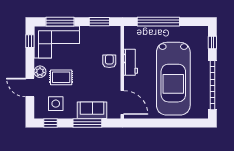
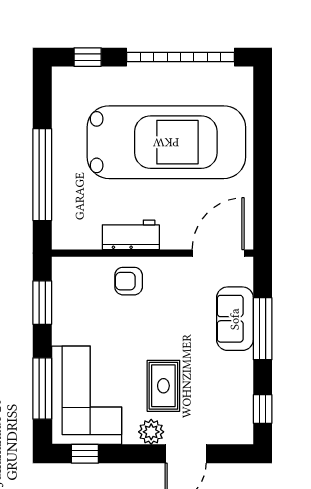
side table: (56, 104) -> (220, 398), removed

